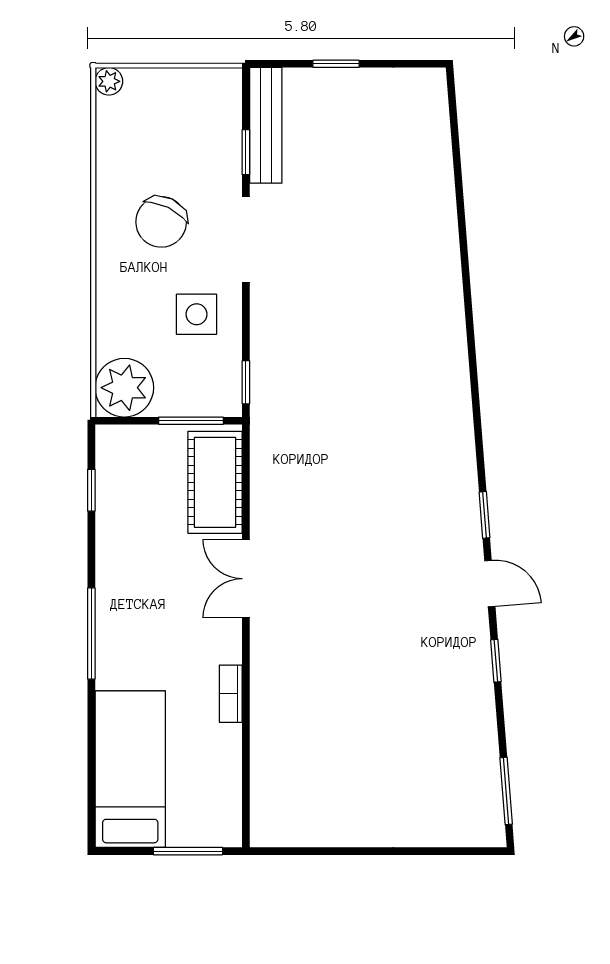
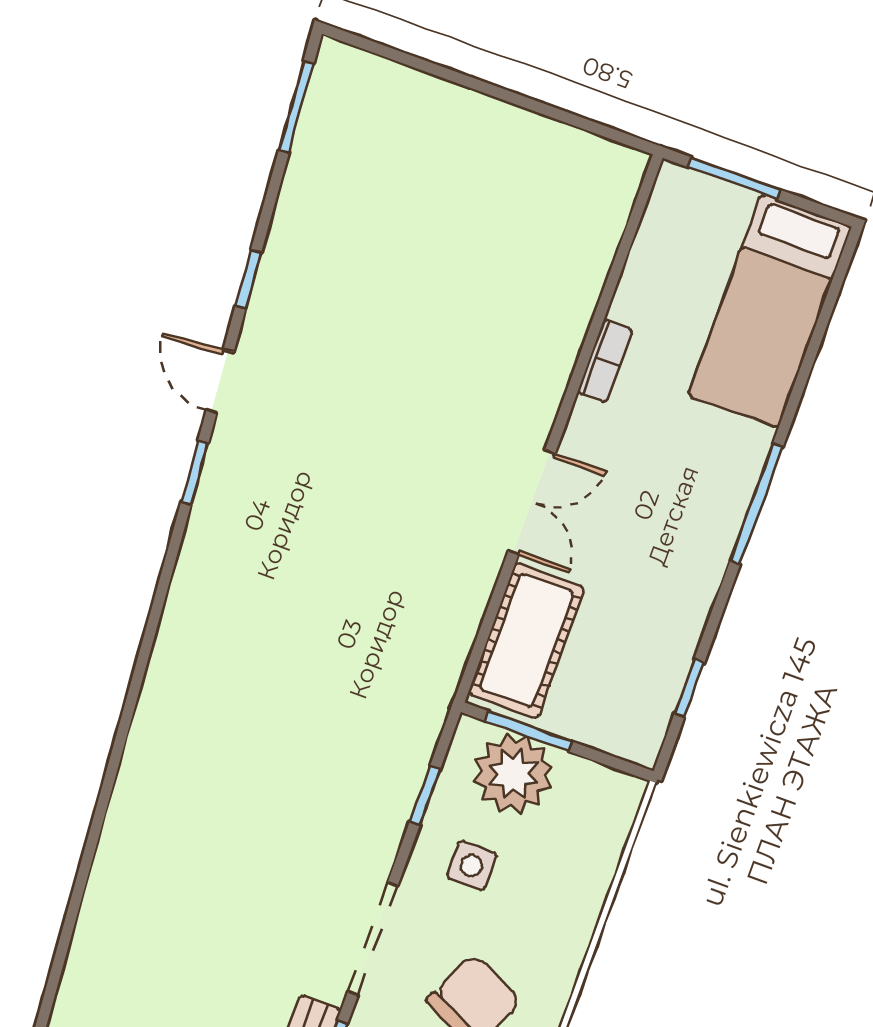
side table: (197, 314) -> (471, 866), width x0.73, depth x0.73
window: (246, 382) -> (425, 796), moved
plant: (124, 388) -> (513, 774), moved

